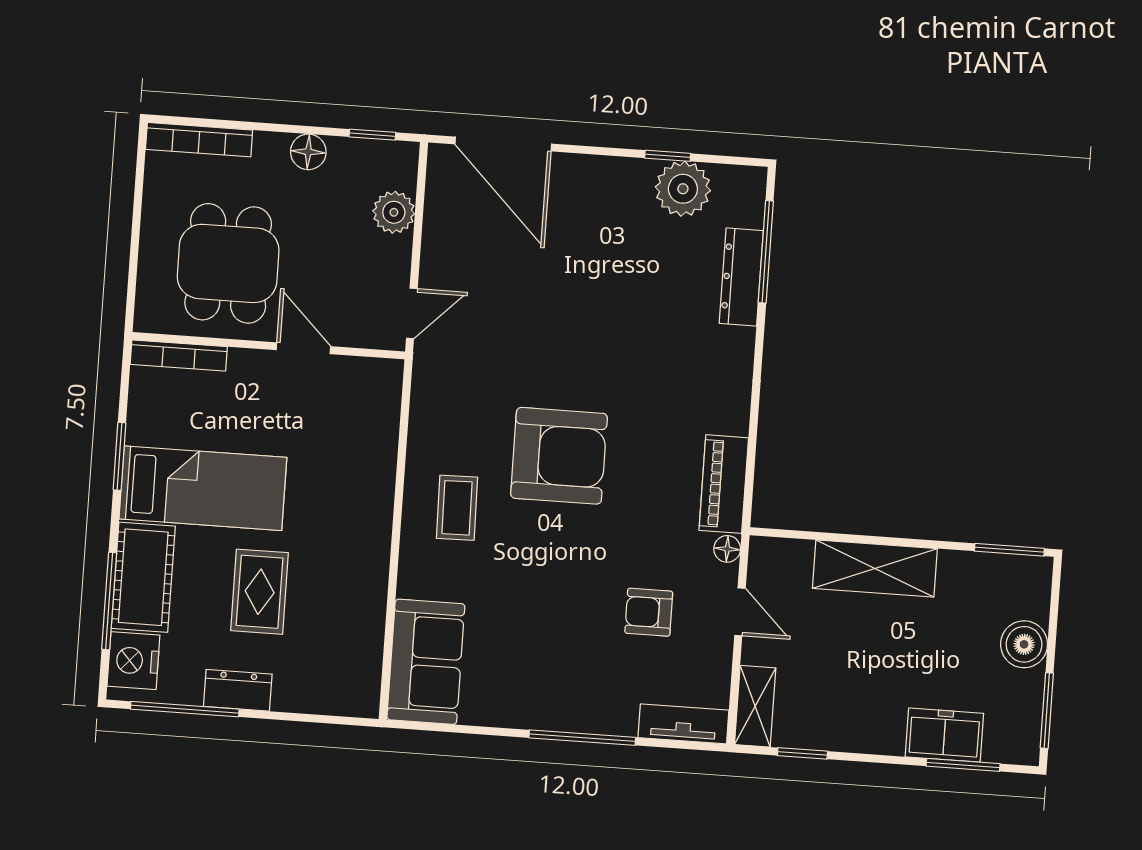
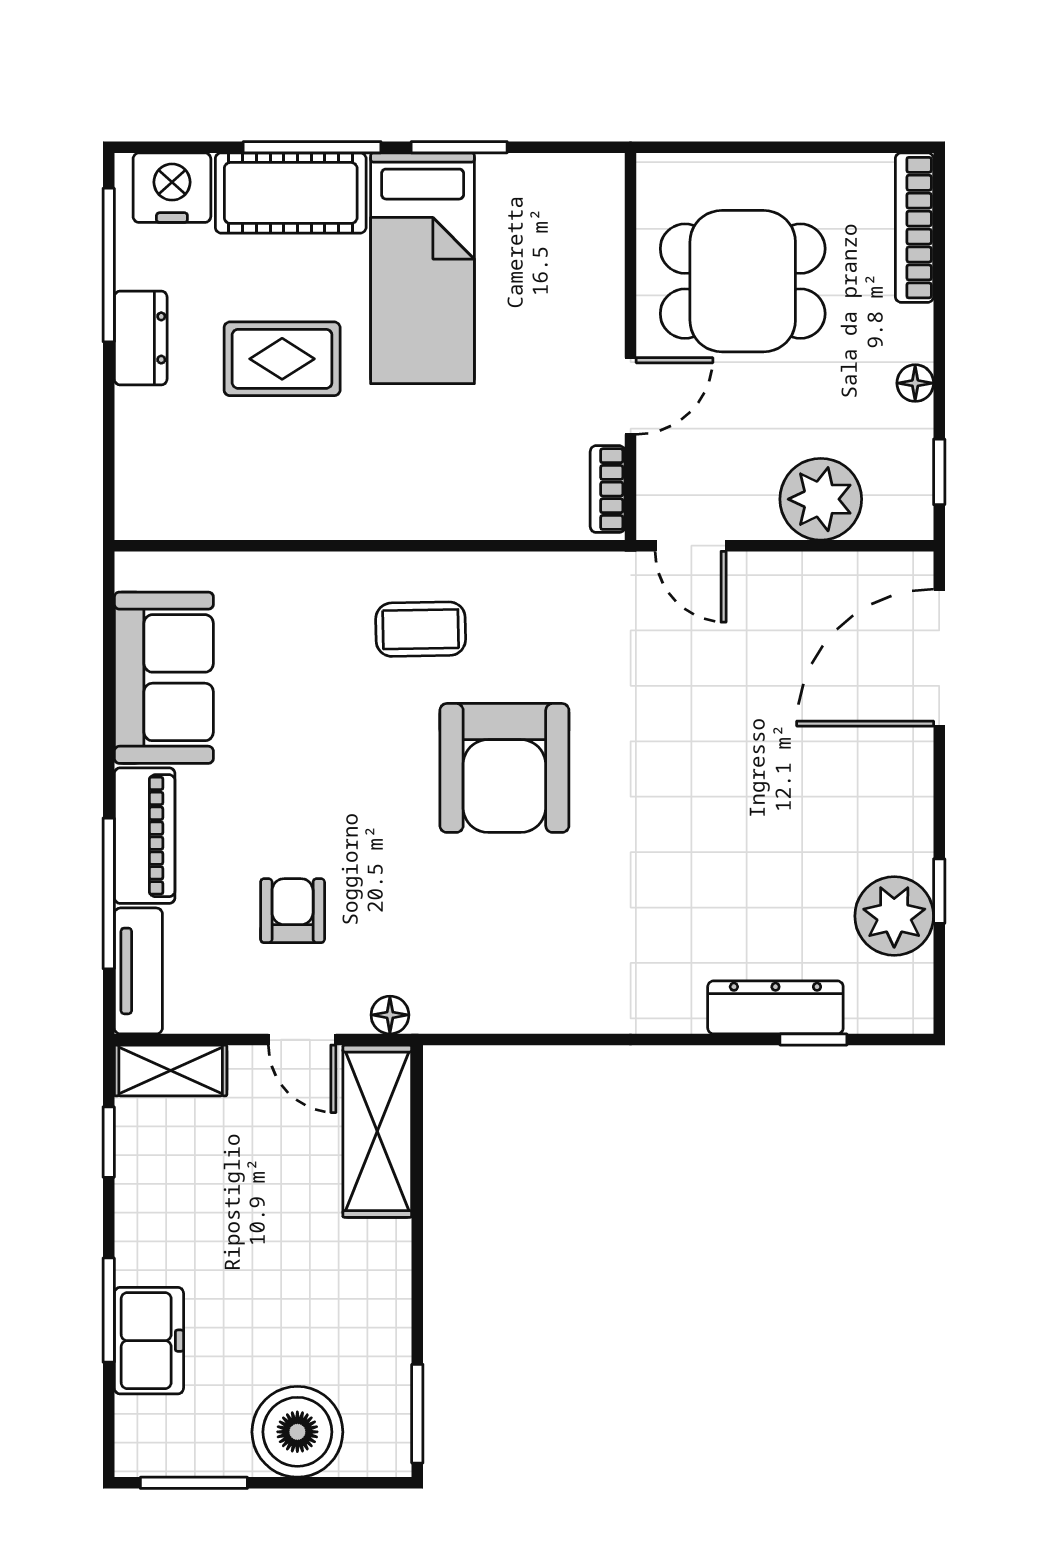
floor lamp: (308, 152) -> (915, 383), width x0.73, depth x0.73
plant: (394, 212) -> (821, 499), width x1.36, depth x1.36
window: (766, 252) -> (813, 1040), width x0.46
bookcase: (179, 355) -> (608, 489), moved, width x0.64
piano: (724, 484) -> (145, 836), moved, turned 90
shelving: (875, 568) -> (377, 1131), moved
window: (109, 601) -> (312, 147), moved
door: (740, 612) -> (302, 1040), hinge flipped
boiler: (1024, 644) -> (297, 1432), width x1.37, depth x1.37
sofa: (426, 662) -> (164, 678), moved, turned -90
window: (582, 738) -> (109, 893), moved
window: (963, 765) -> (109, 1310), moved

